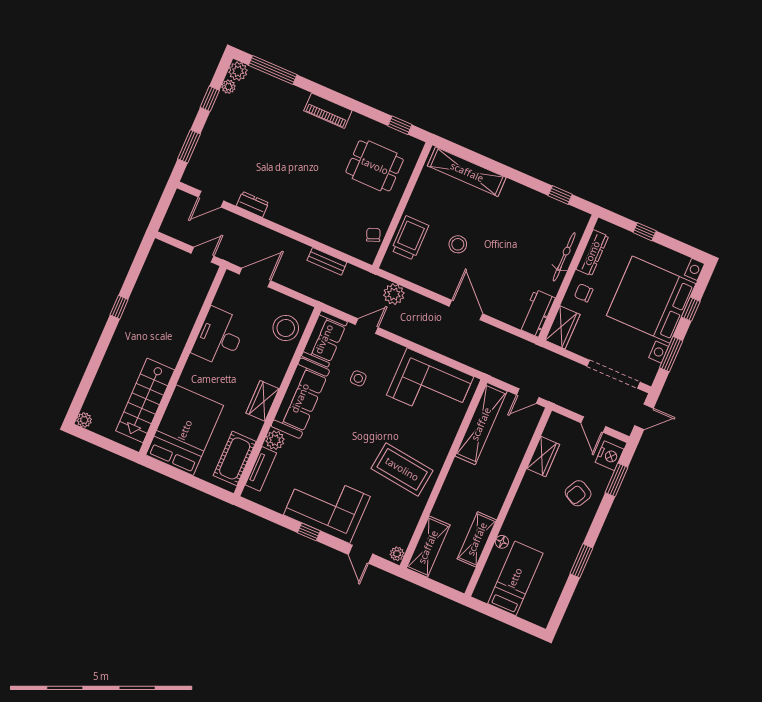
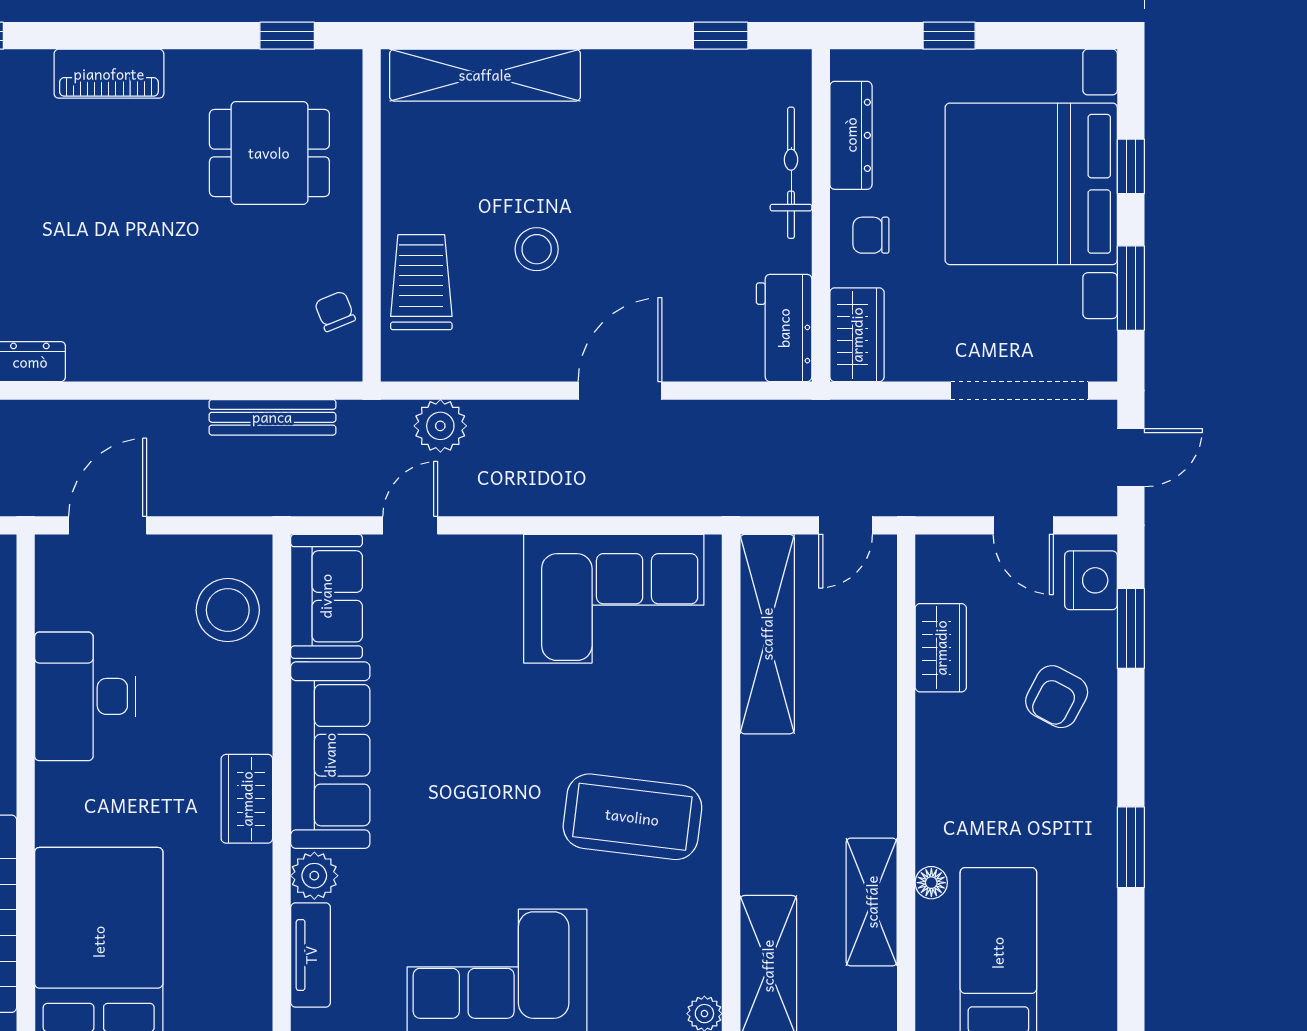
bench: (327, 261) -> (272, 417), width x1.36
door: (466, 310) -> (620, 391), hinge flipped
side table: (358, 378) -> (443, 653), removed
cot: (235, 458) -> (241, 957), removed

